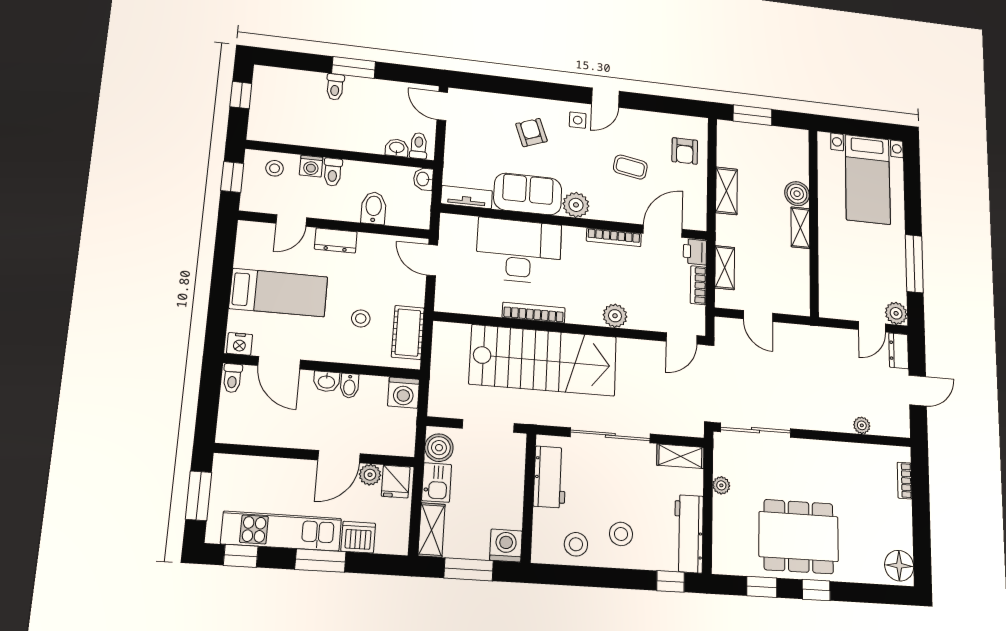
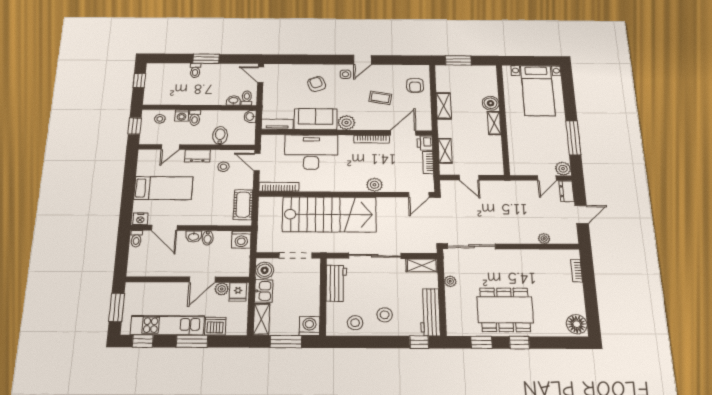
bookcase: (534, 313) -> (279, 187), moved
stool: (361, 318) -> (223, 167), moved

